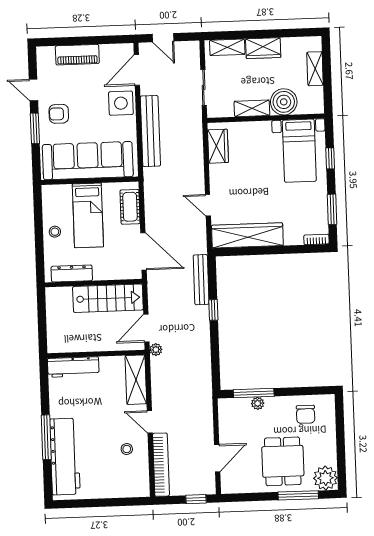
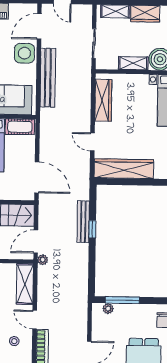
wardrobe: (218, 146) -> (103, 100), width x1.50
cot: (130, 207) -> (20, 127), moved, turned 90
bench: (201, 280) -> (83, 222), moved
plant: (258, 403) -> (108, 309), moved

